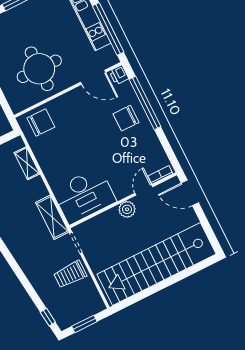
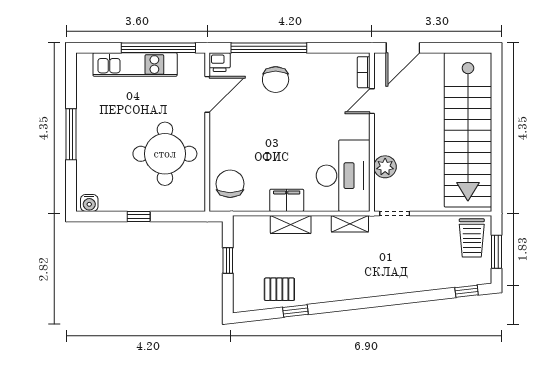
shelving: (27, 163) -> (291, 225), moved
filing cabinet: (49, 166) -> (287, 200), added
door: (144, 190) -> (372, 101), hinge flipped
plant: (127, 209) -> (385, 167), moved
shelving: (52, 217) -> (350, 224), width x0.67, depth x0.75
trolley: (70, 274) -> (472, 238), moved

